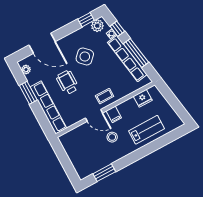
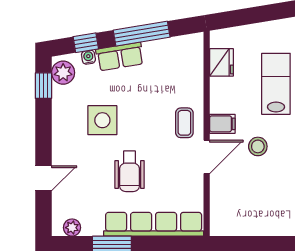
door: (42, 43) -> (43, 178), width x0.53
side table: (85, 56) -> (102, 120), turned 45
row of seats: (127, 58) -> (120, 57), width x0.50
wheelchair: (67, 82) -> (130, 171), turned -90

